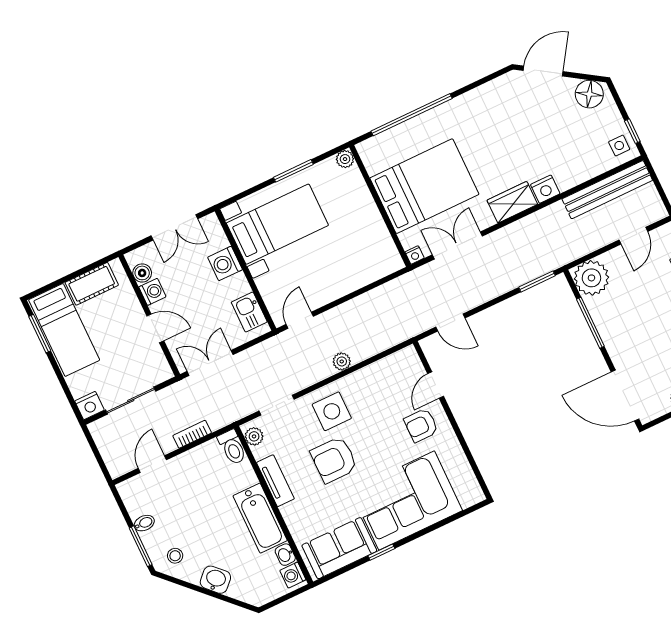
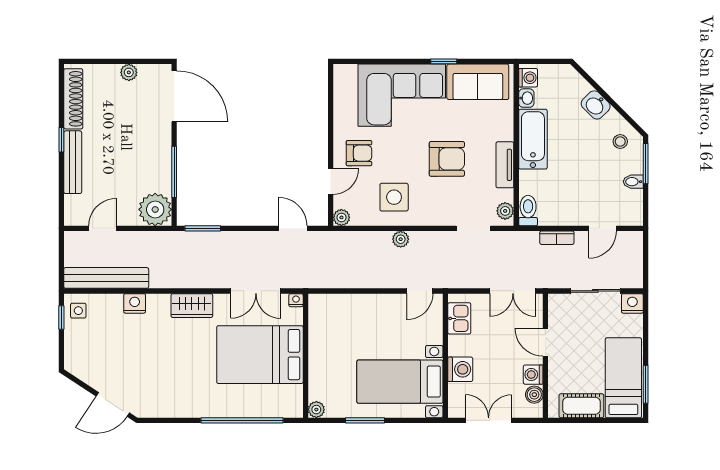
floor lamp: (589, 94) -> (83, 366), removed
nightstand: (545, 189) -> (135, 303), moved
plant: (409, 355) -> (341, 217), added
side table: (332, 411) -> (394, 197), moved

